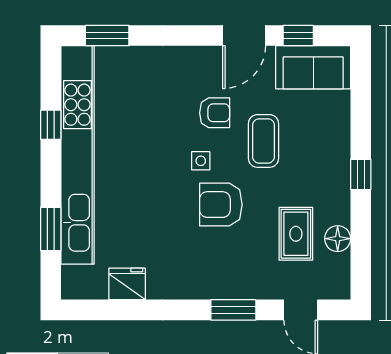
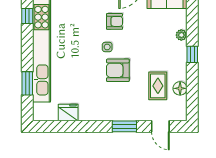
window: (51, 125) -> (27, 16), moved
plant: (340, 138) -> (181, 35), added
coffee table: (263, 141) -> (141, 36), removed

